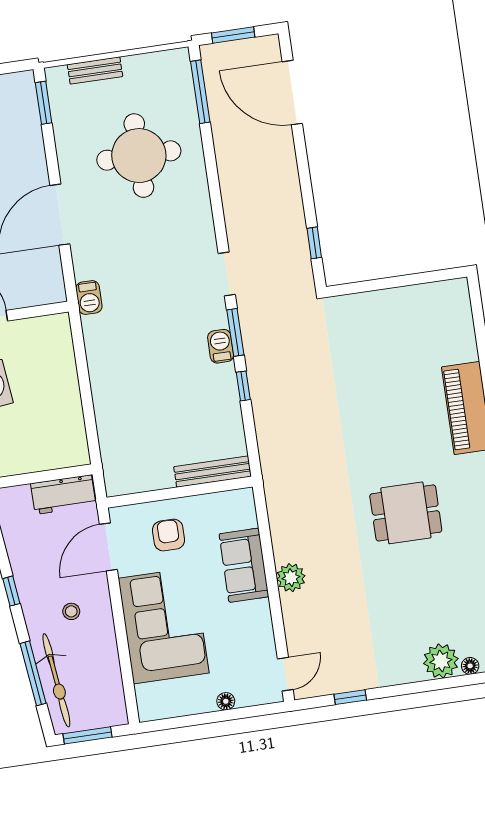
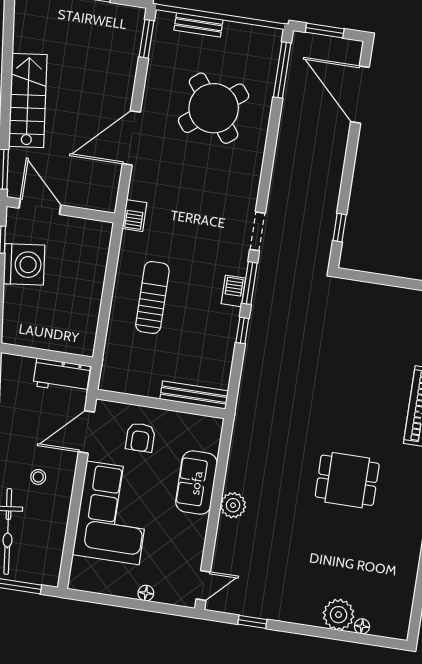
round table: (139, 156) -> (214, 108), turned -38
sun lounger: (135, 380) -> (152, 297), added
armchair: (169, 535) -> (140, 437), turned 180

